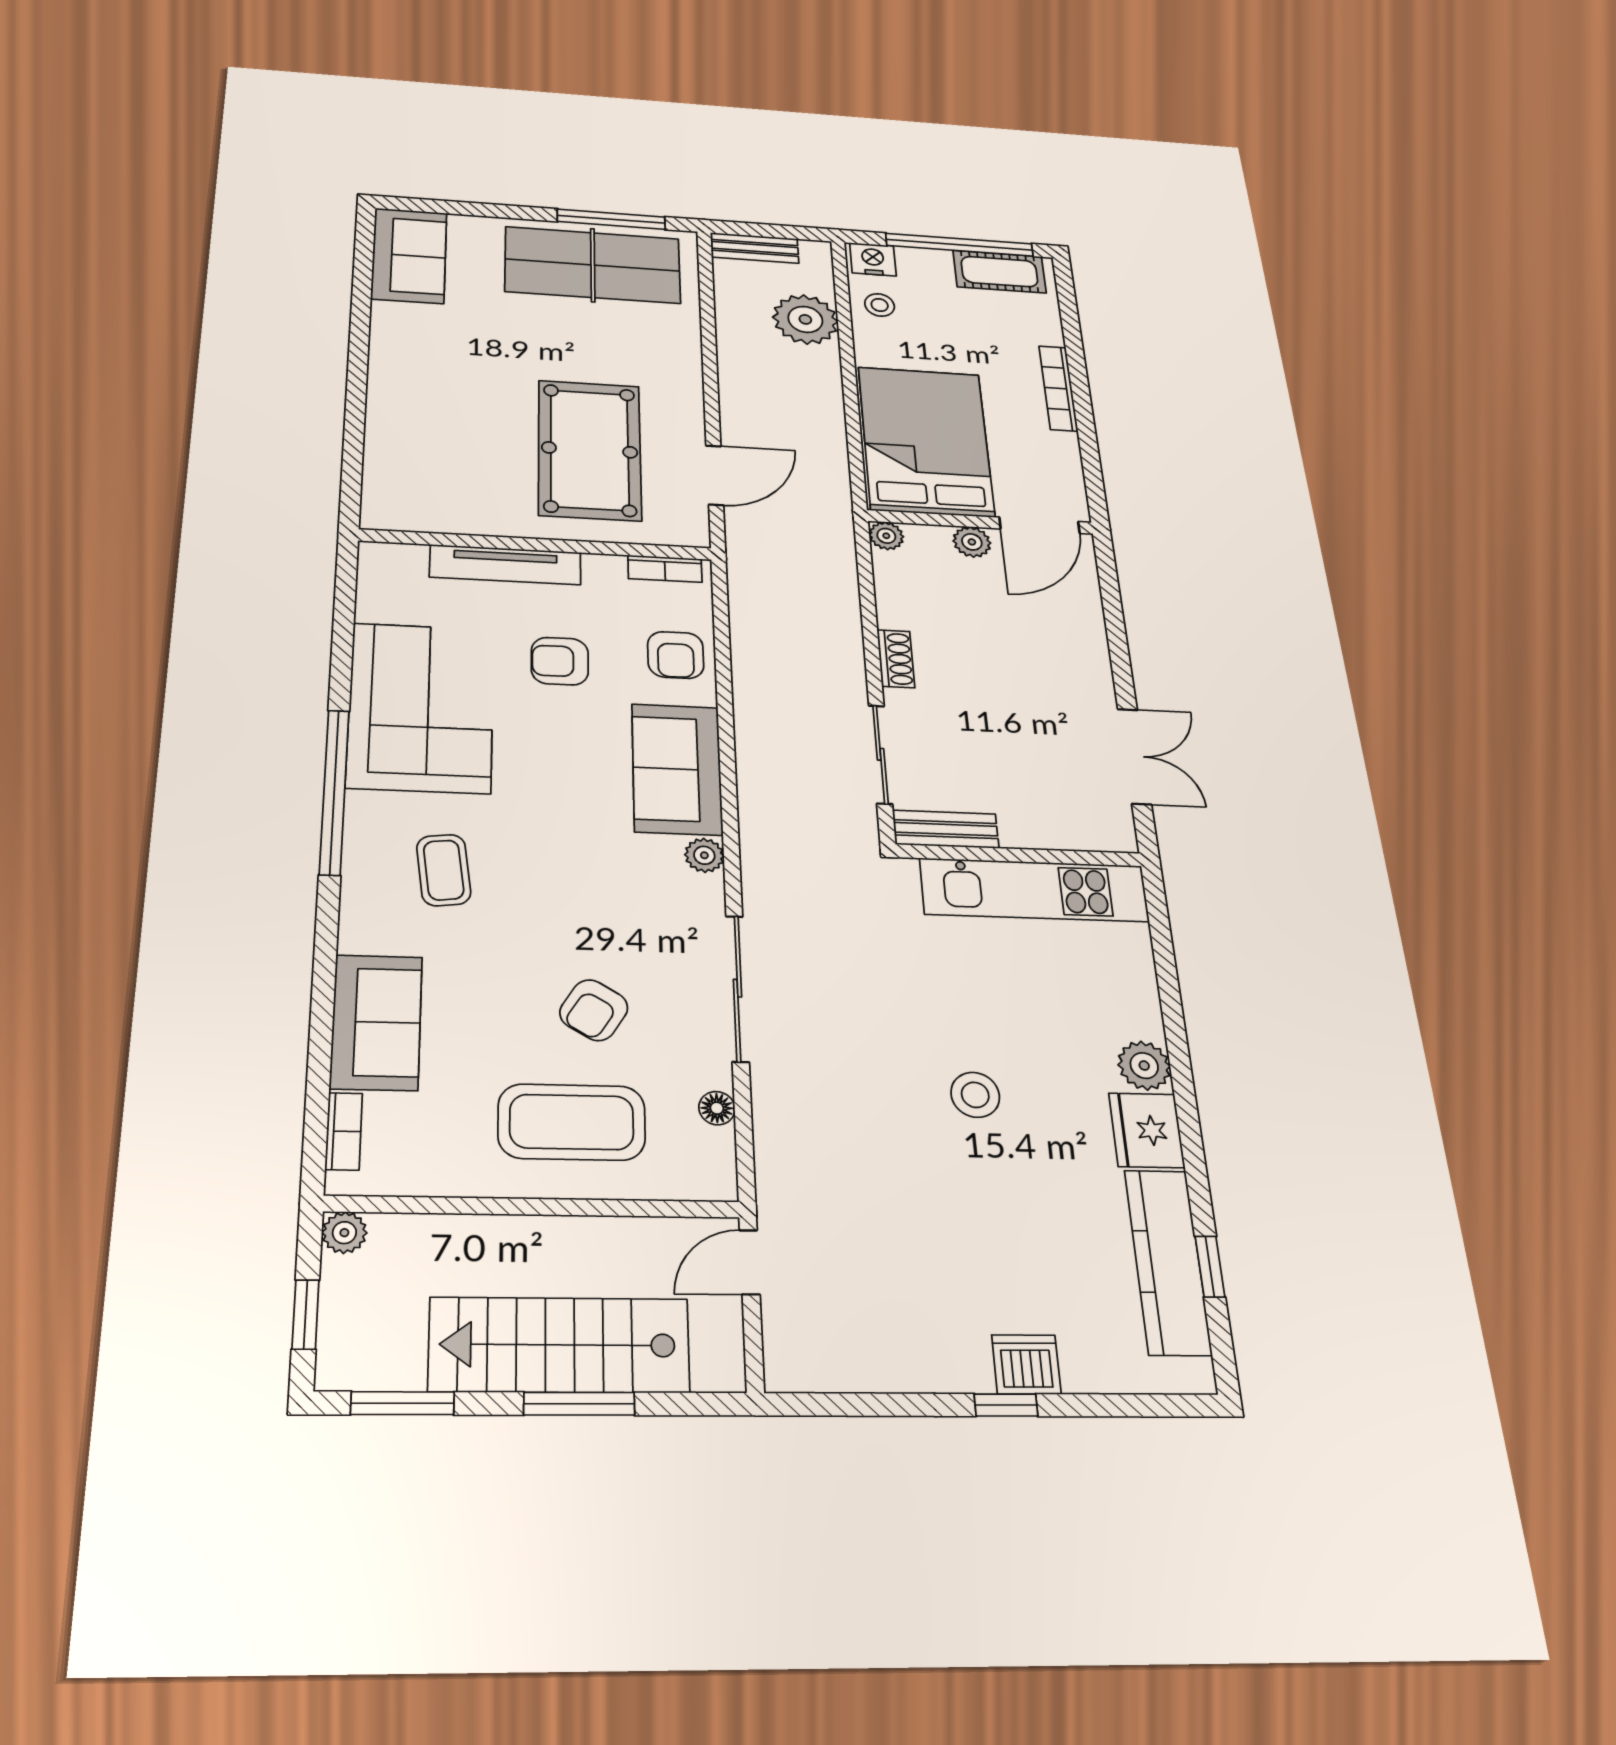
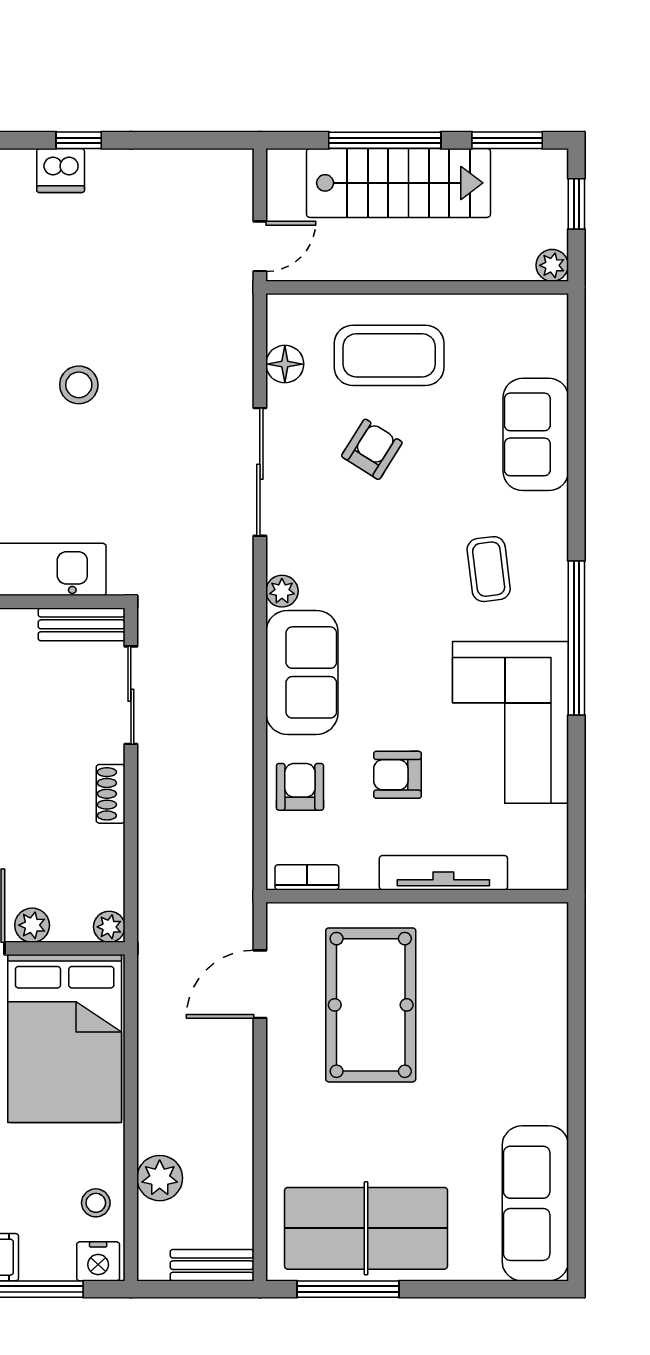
sofa: (409, 256) -> (535, 1203), width x1.36
plant: (805, 319) -> (160, 1178), width x0.73, depth x0.73
armchair: (560, 661) -> (397, 775), turned 180
floor lamp: (717, 1108) -> (285, 364), width x1.37, depth x1.37
bookcase: (344, 1131) -> (556, 344), removed
window: (579, 1404) -> (385, 140), width x1.44

